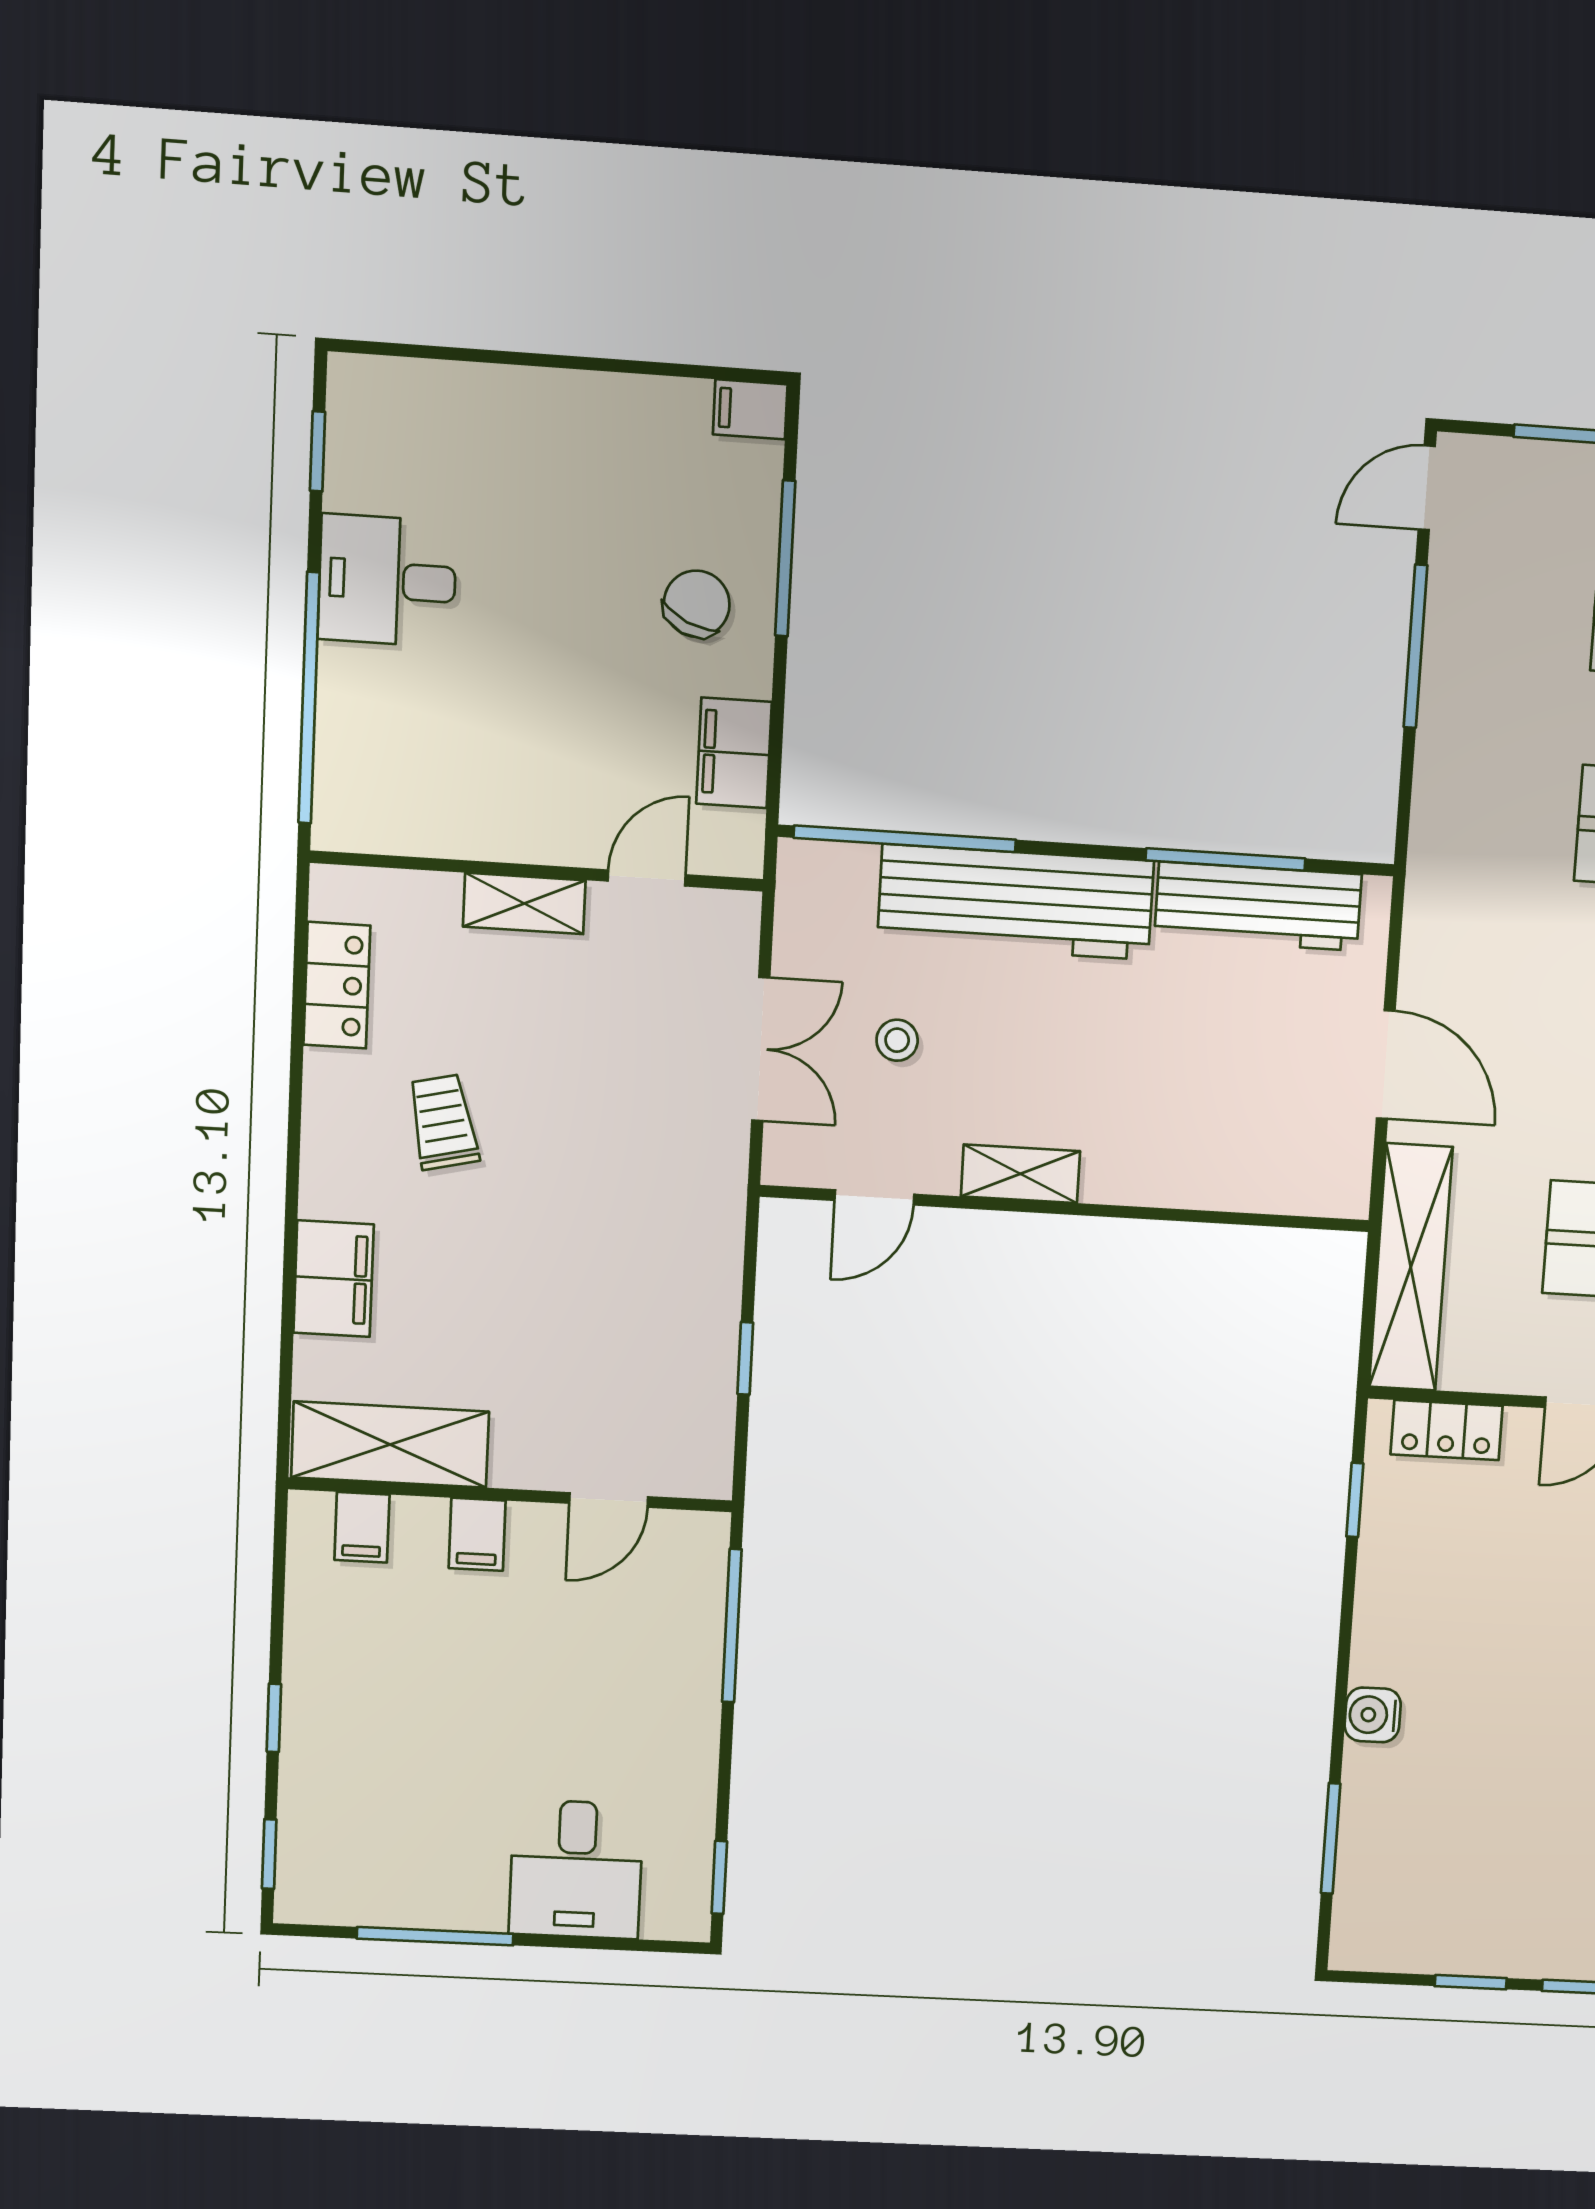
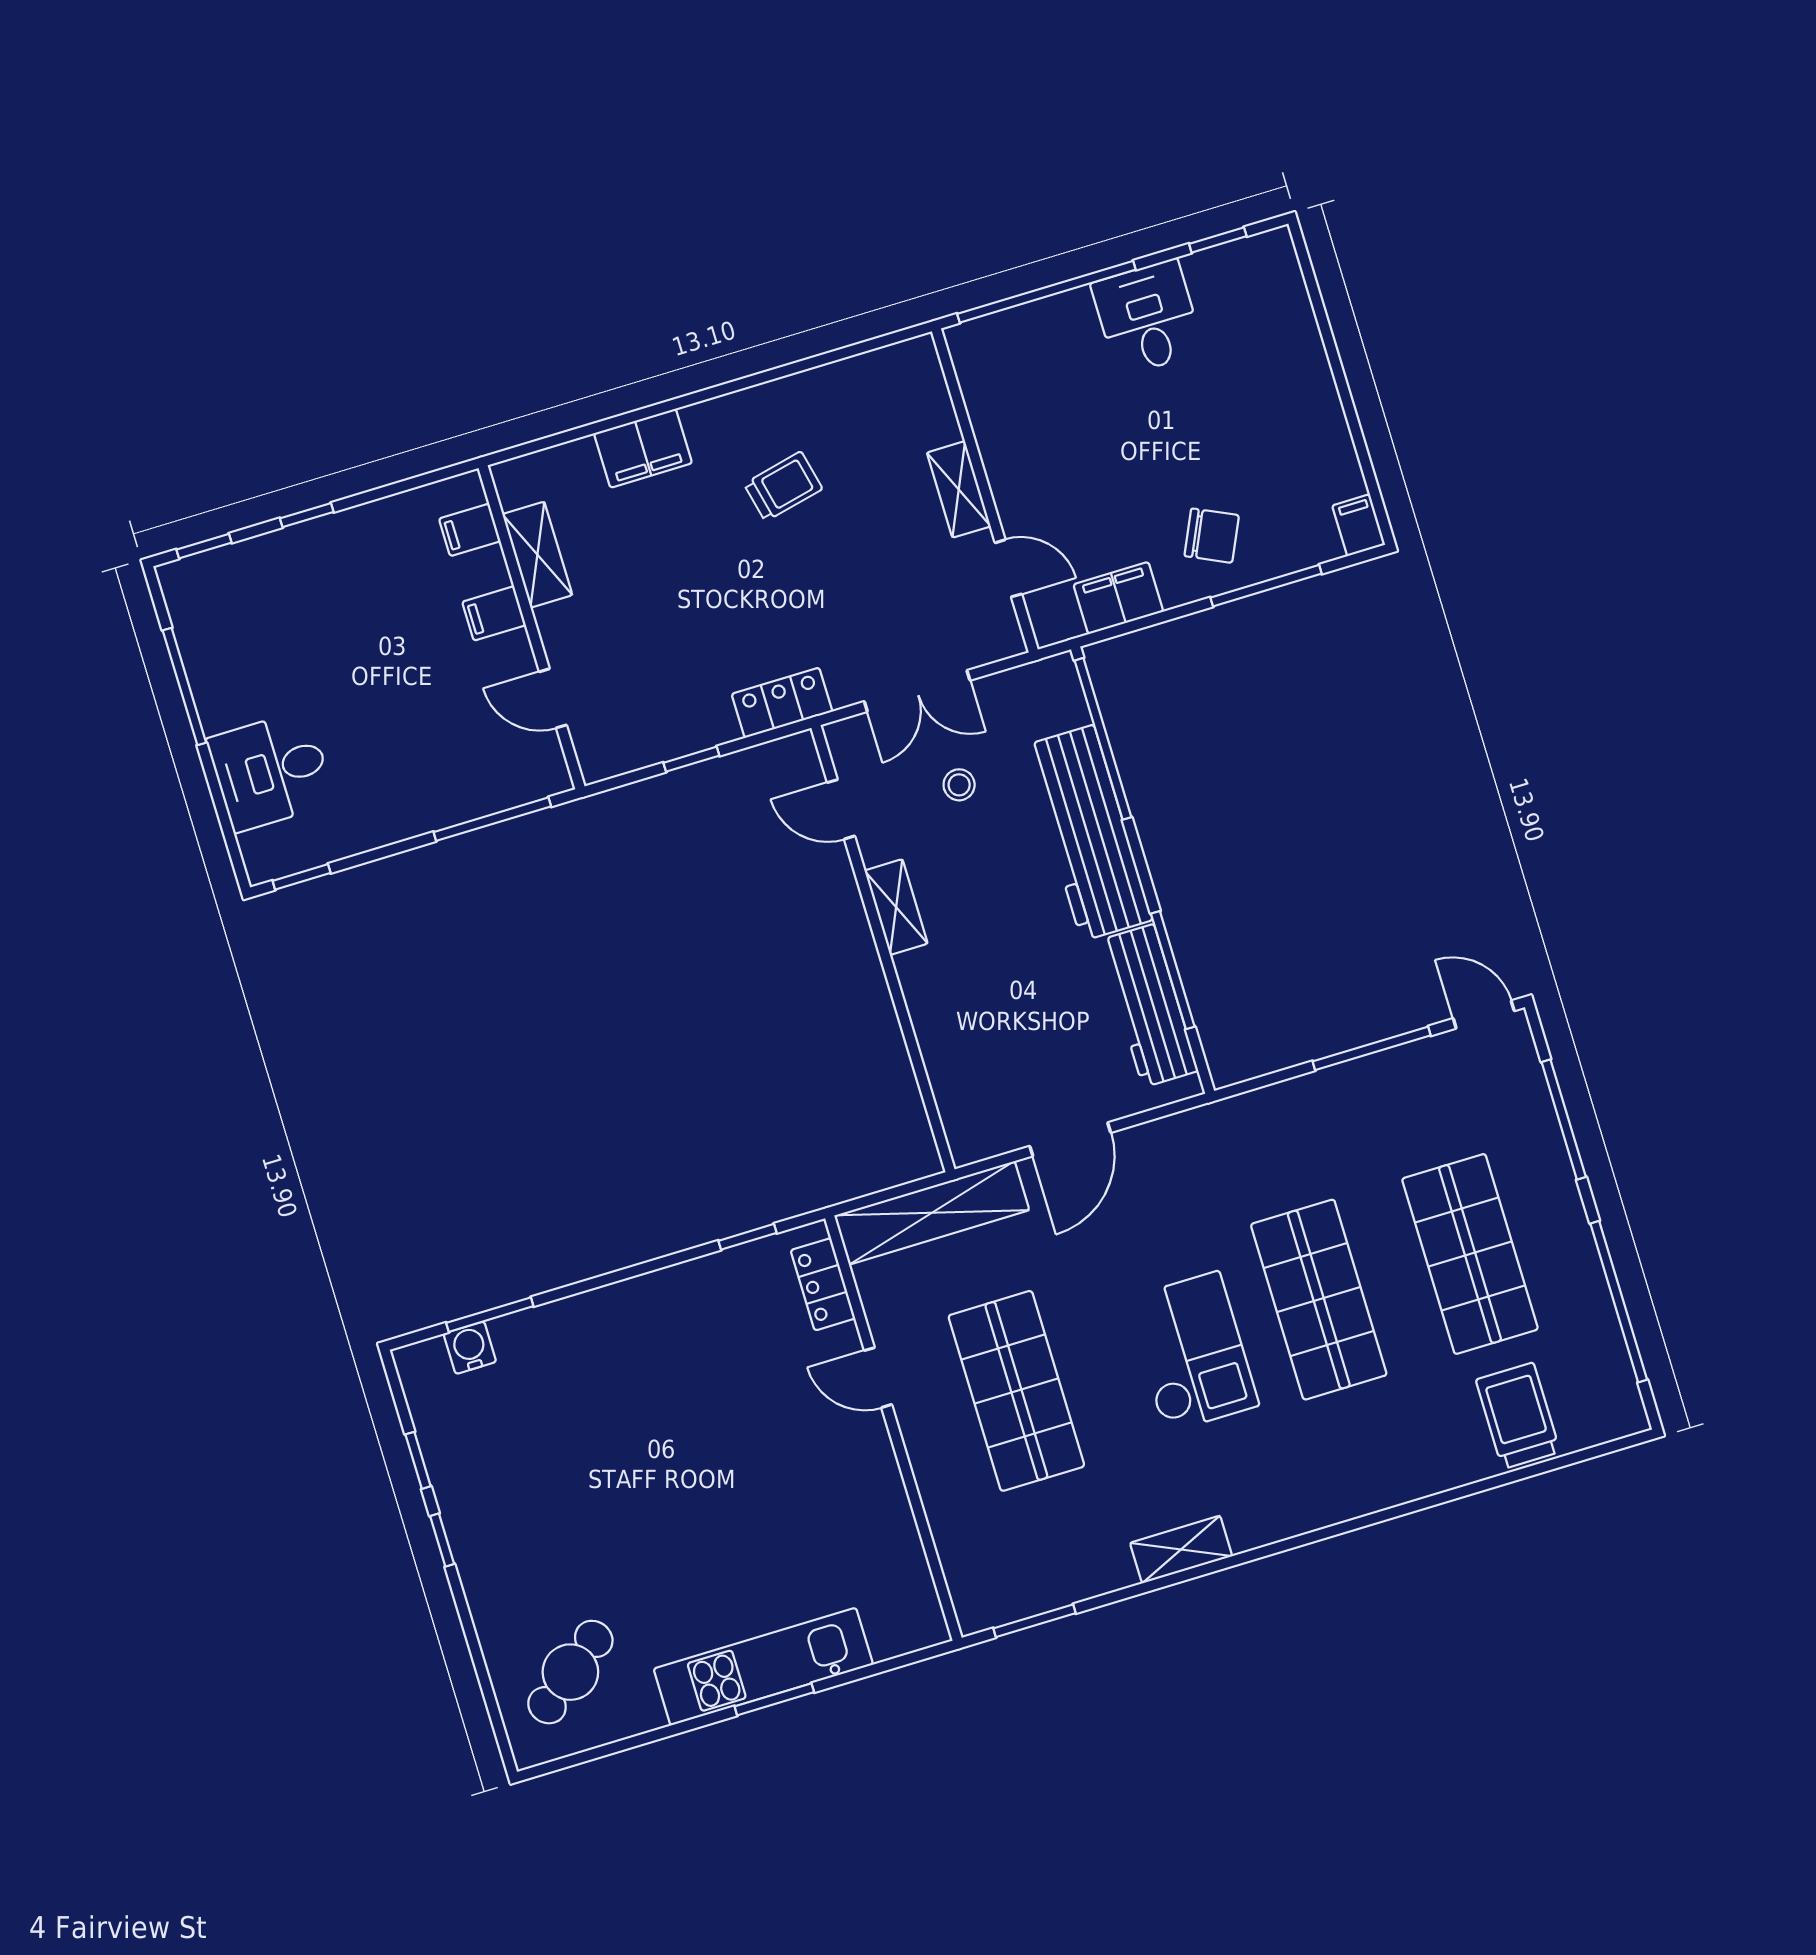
locker: (337, 985) -> (782, 703), moved, turned 180
shelving: (390, 1445) -> (537, 555), width x0.67, depth x0.75
water cooler: (1373, 1715) -> (470, 1348), moved

